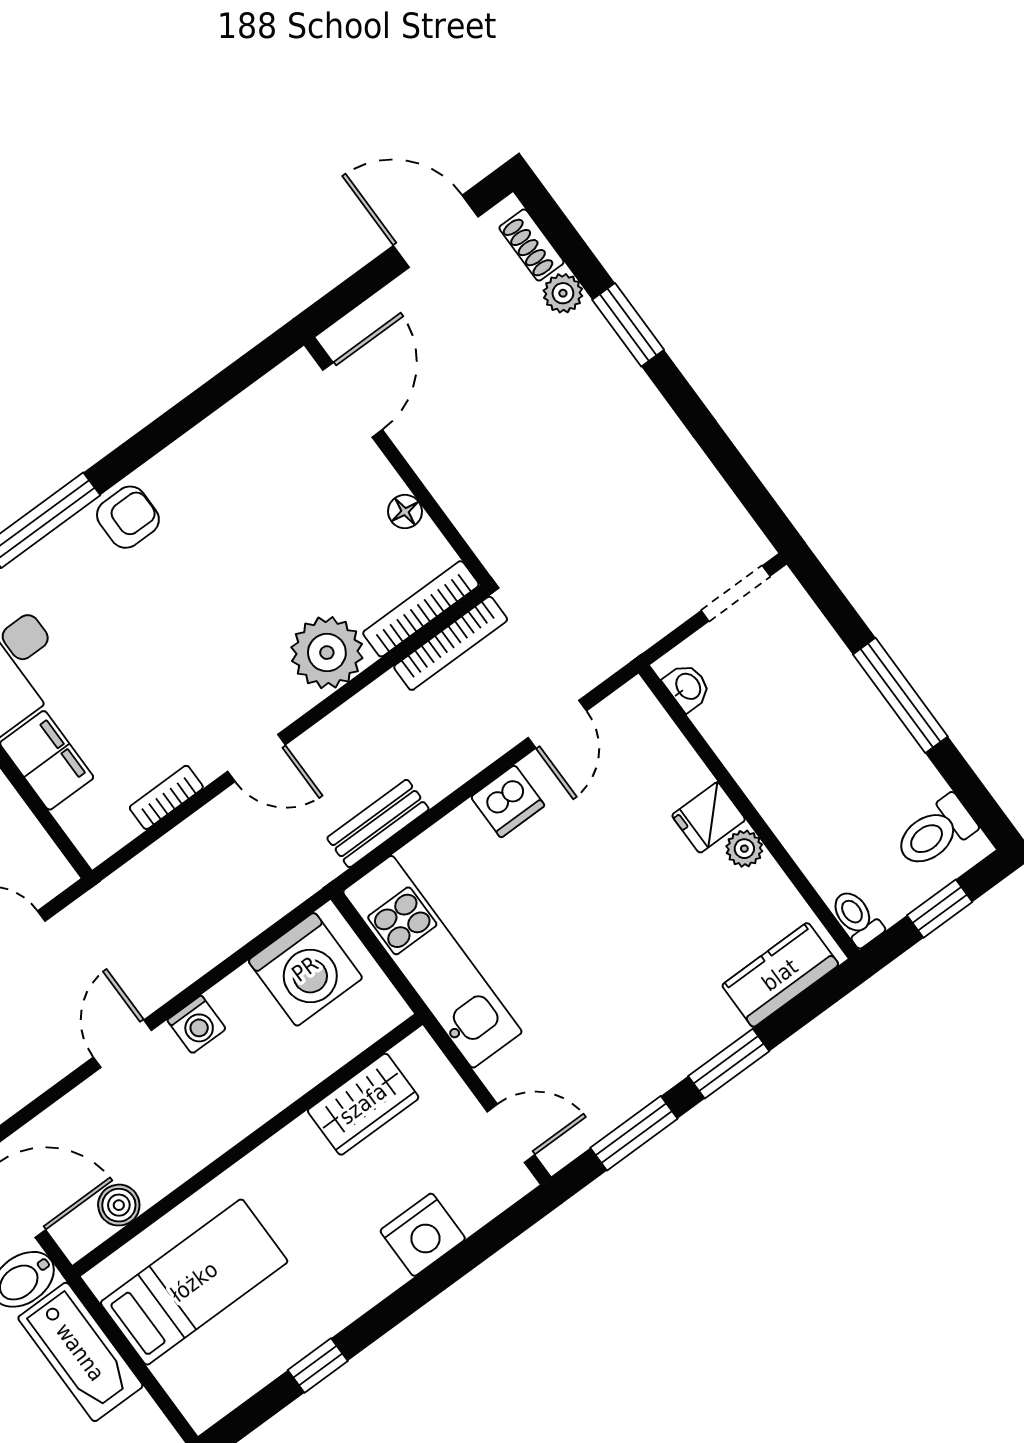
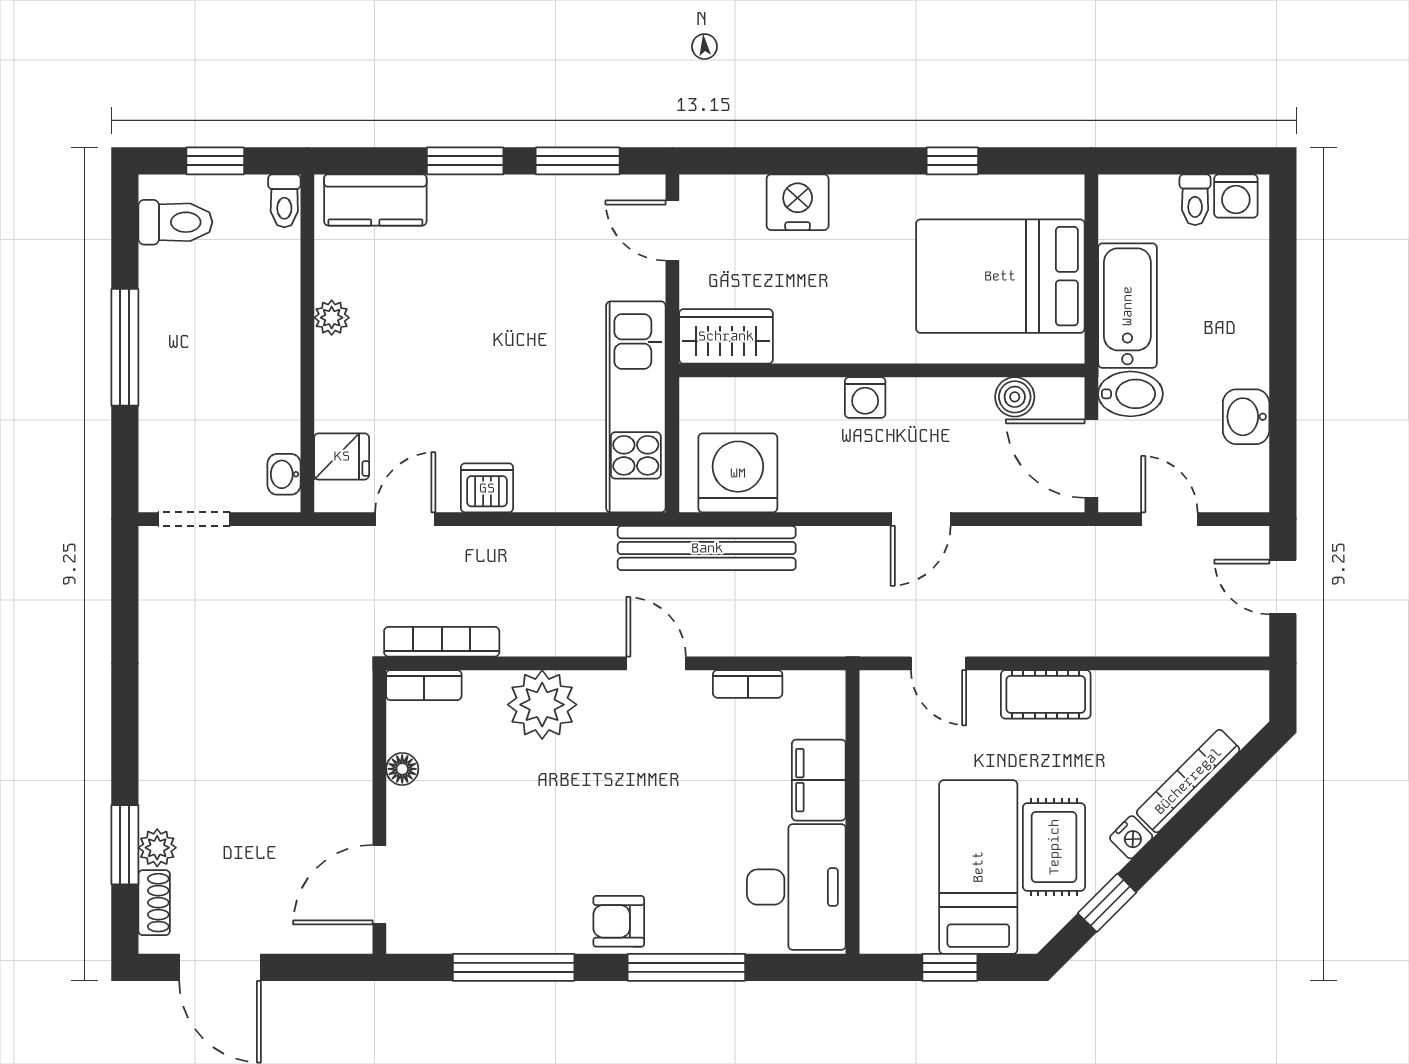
window: (628, 325) -> (125, 845), moved
window: (188, 413) -> (514, 967), added
bookcase: (421, 609) -> (424, 685), width x0.64
fridge: (709, 818) -> (342, 456), moved
bench: (378, 824) -> (707, 548), moved, width x1.86, depth x1.21
washing machine: (197, 1024) -> (865, 398), moved, turned 180
wardrobe: (363, 1104) -> (726, 336), moved
bed: (194, 1282) -> (1000, 276), width x1.50

